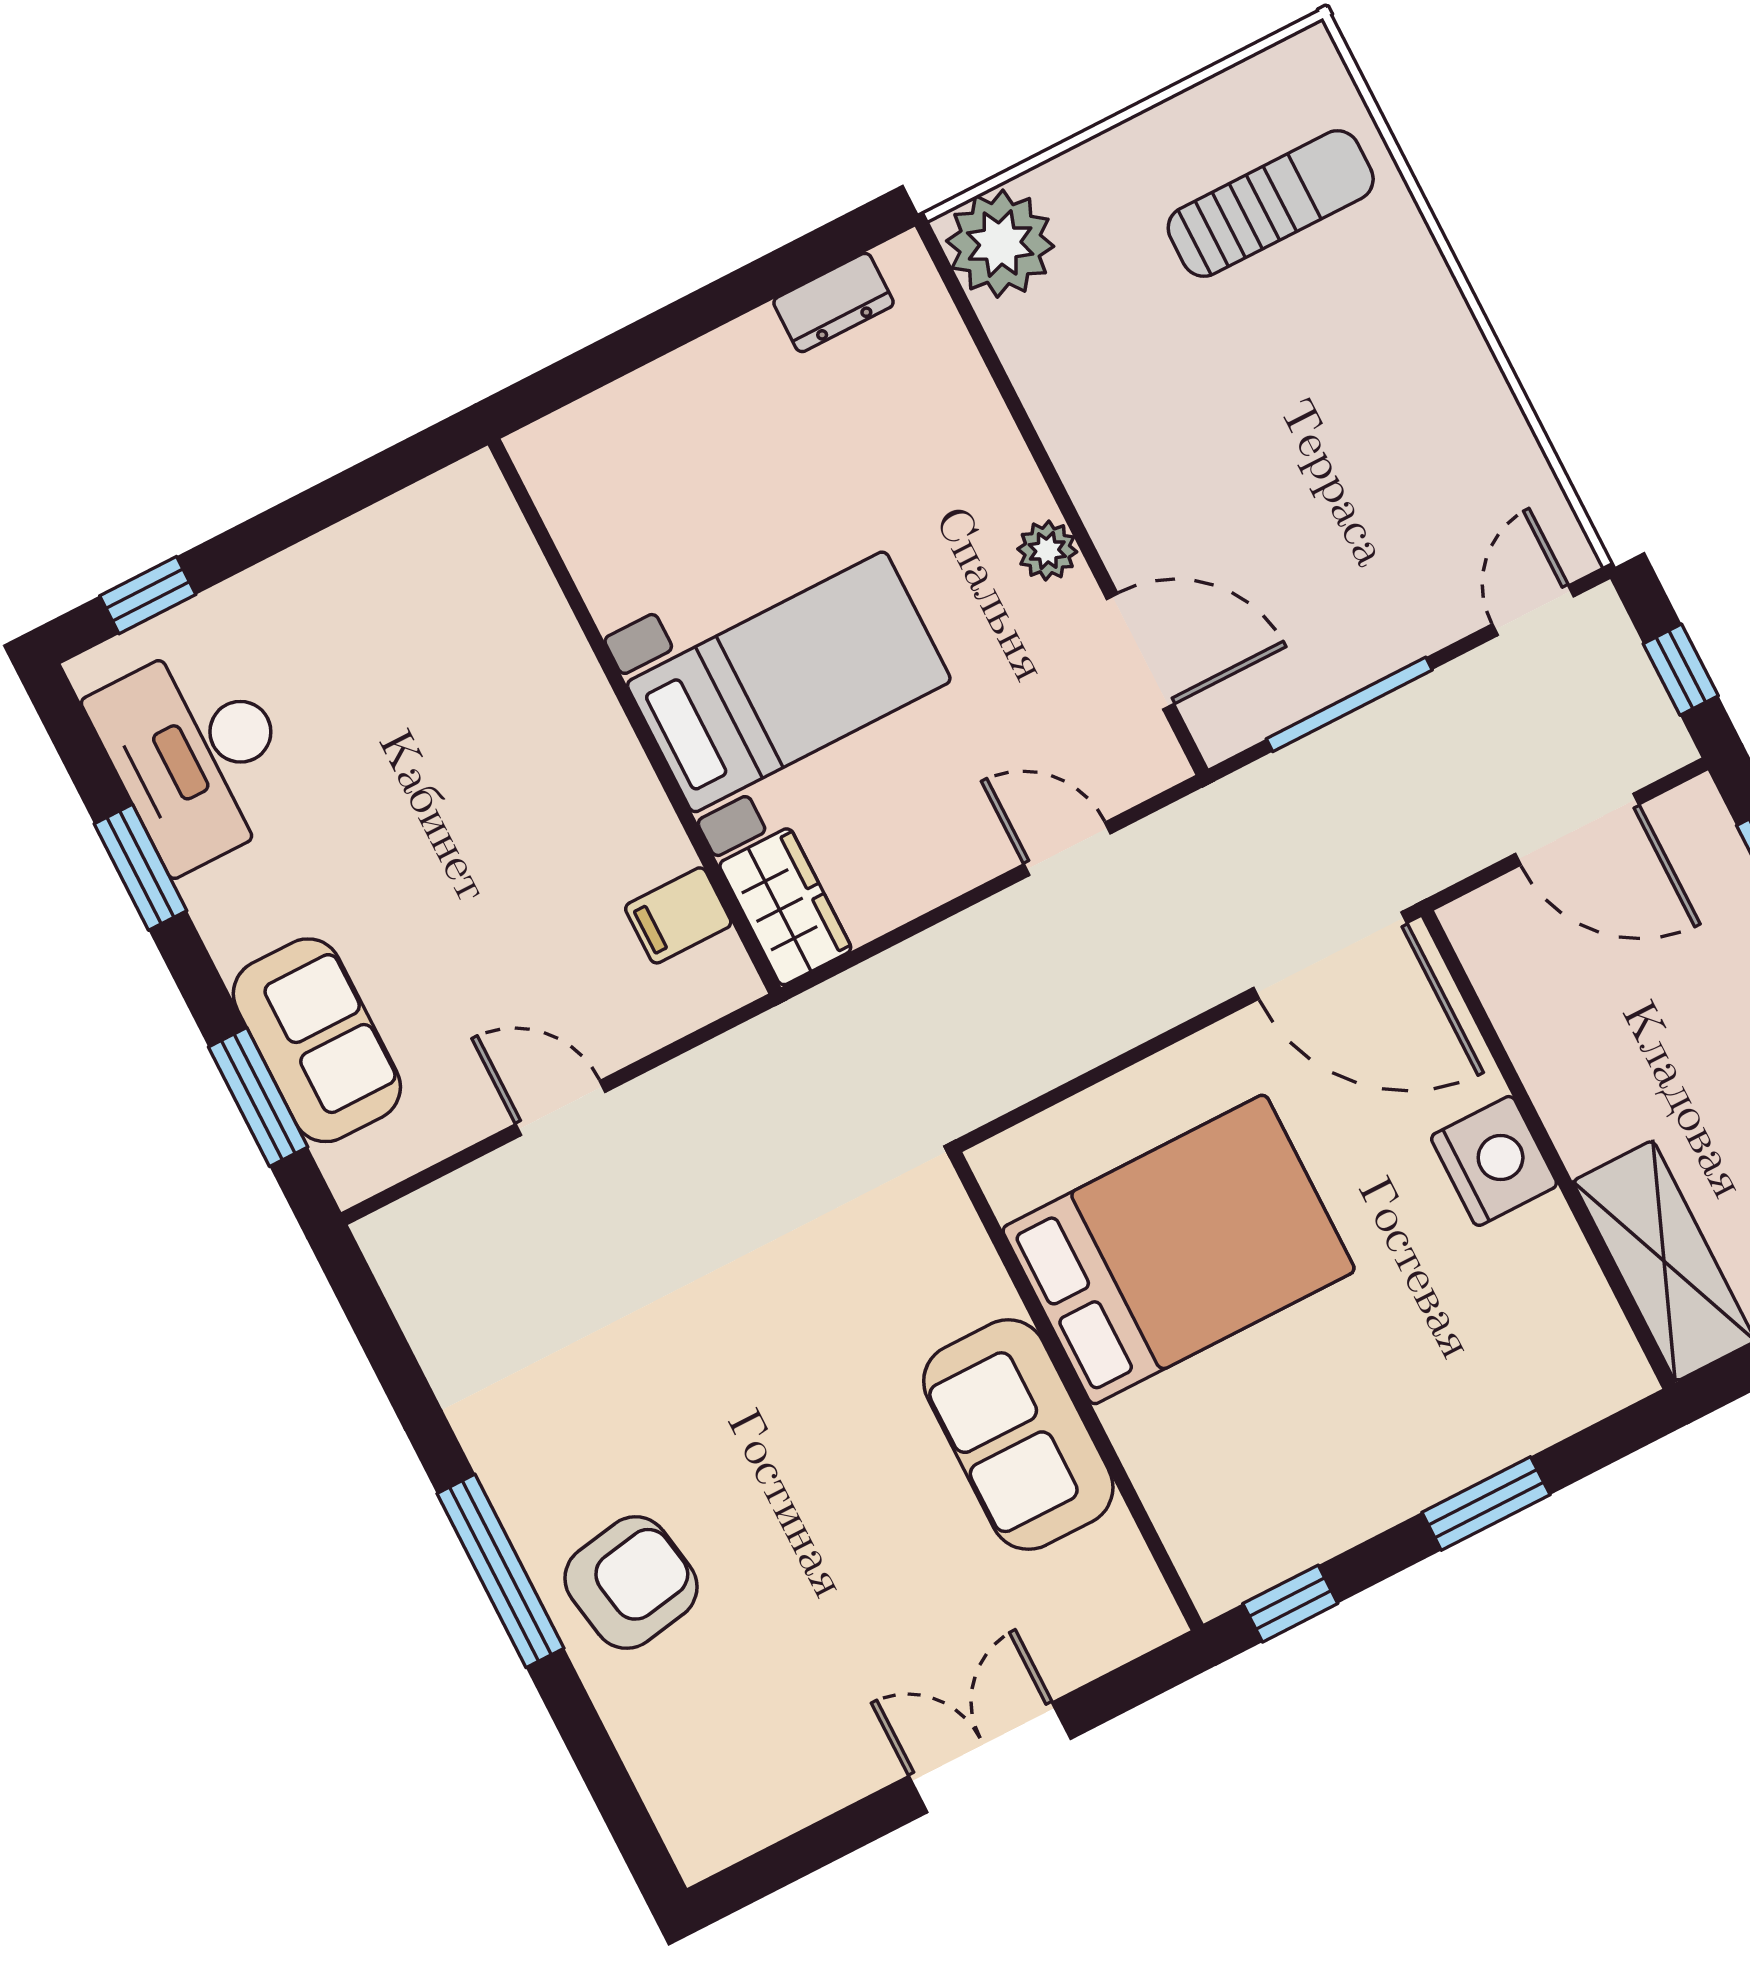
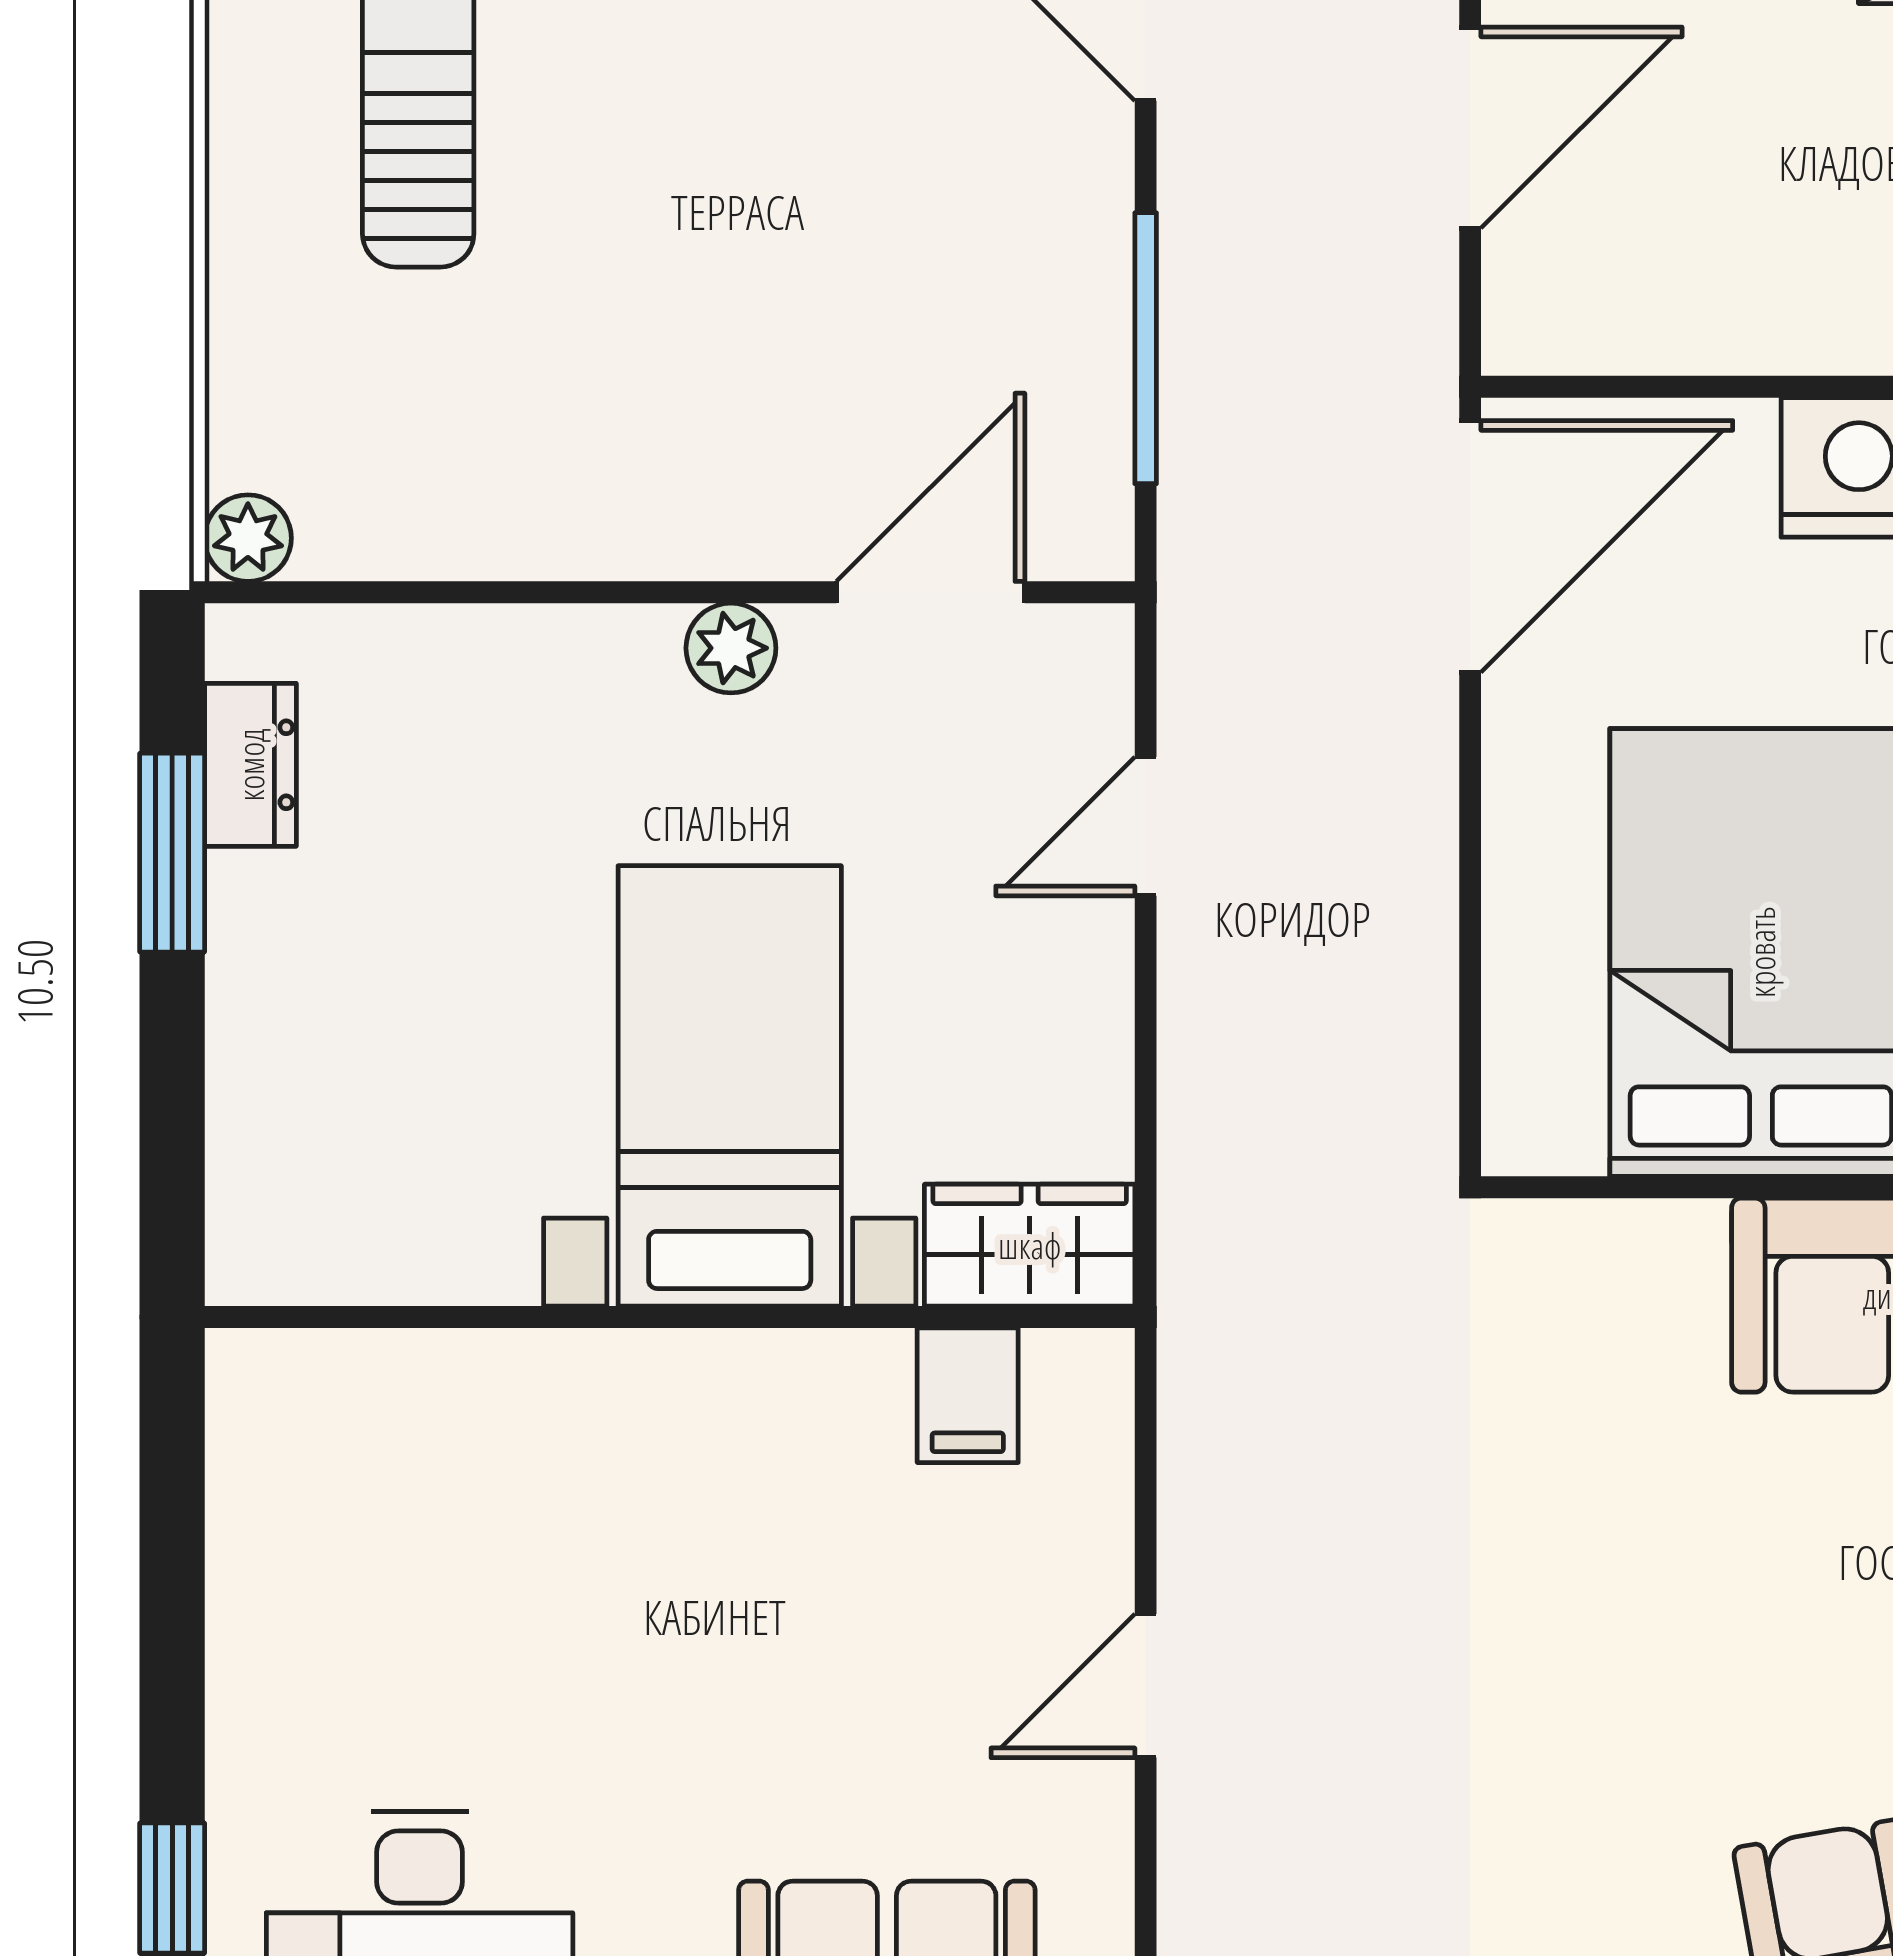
plant: (1000, 244) -> (248, 538), width x0.53, depth x0.53
window: (758, 283) -> (172, 853), added

